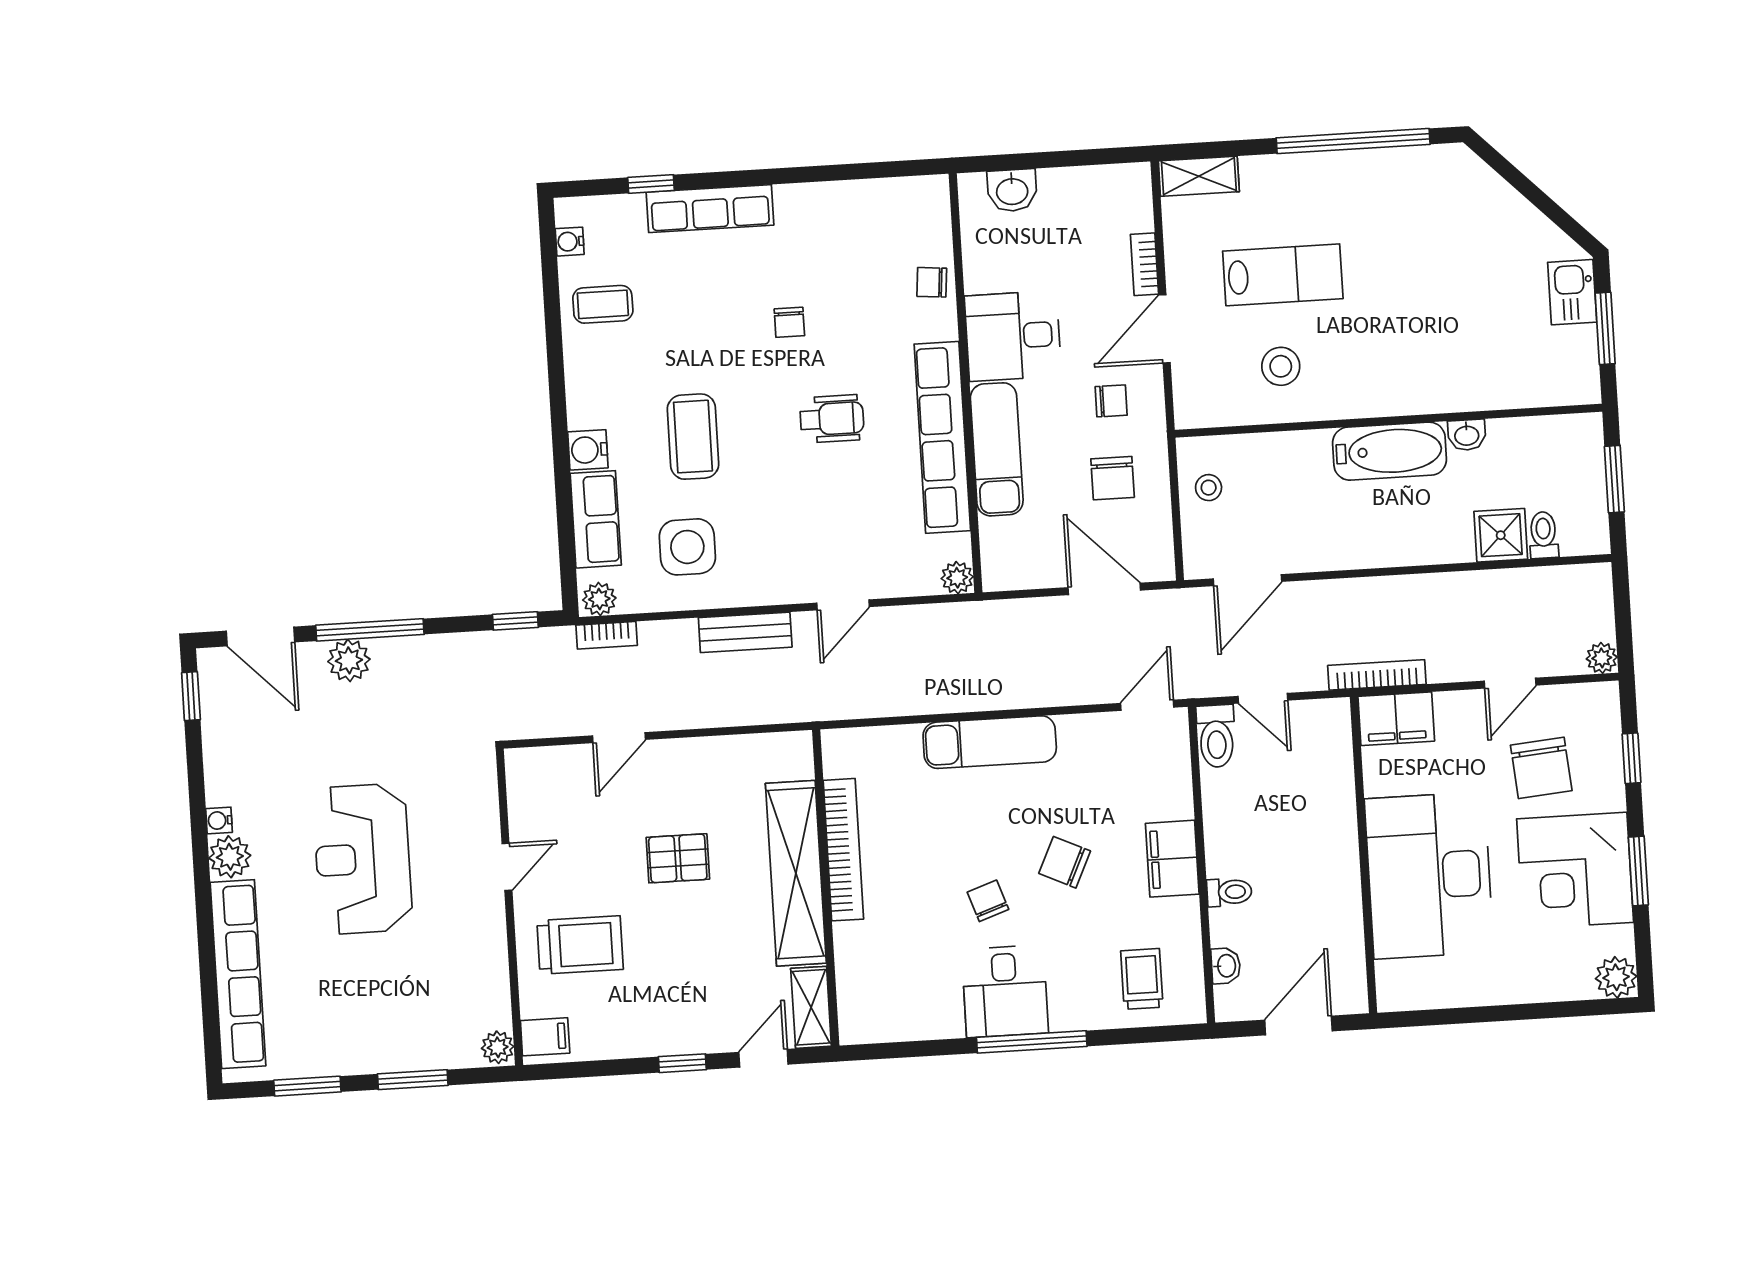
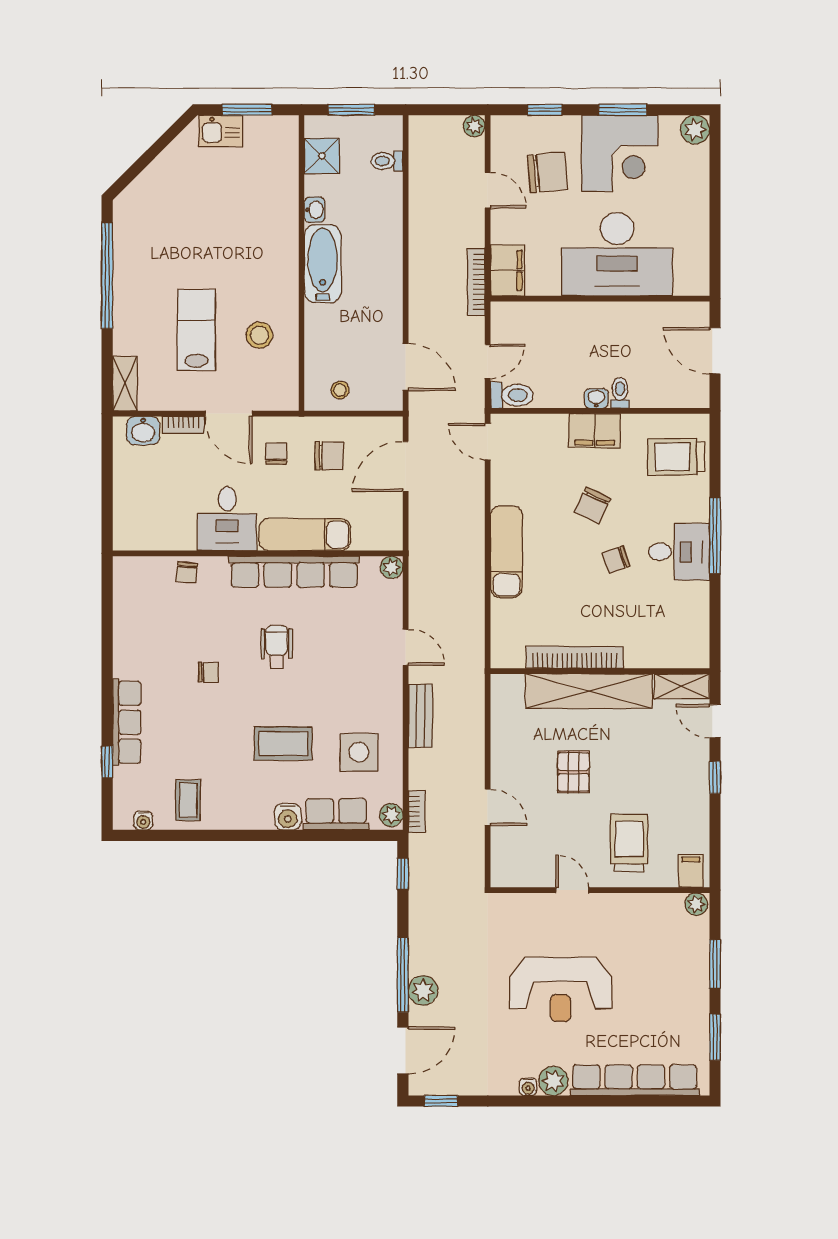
washbasin: (1012, 190) -> (143, 431), moved, turned 90
shower: (1501, 535) -> (322, 156), moved
washbasin: (1226, 966) -> (596, 398), moved
trolley: (1142, 979) -> (676, 457), width x1.36, depth x1.39

